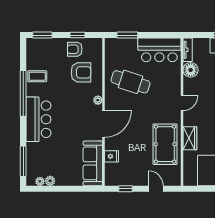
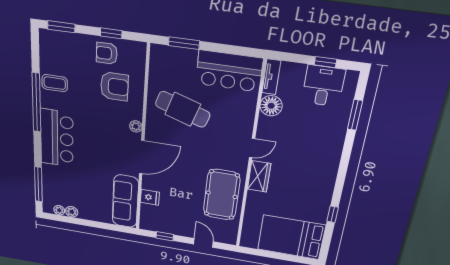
wardrobe: (190, 138) -> (259, 176), moved

